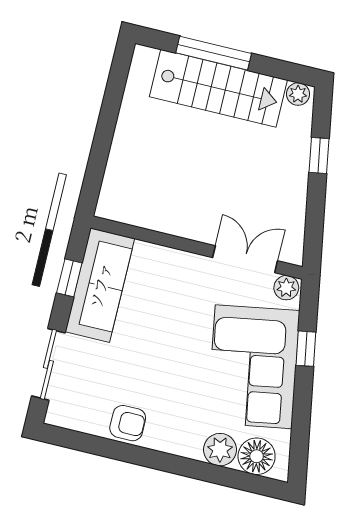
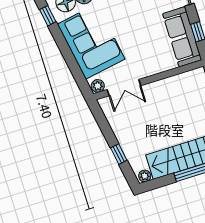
window: (306, 349) -> (48, 16), moved

